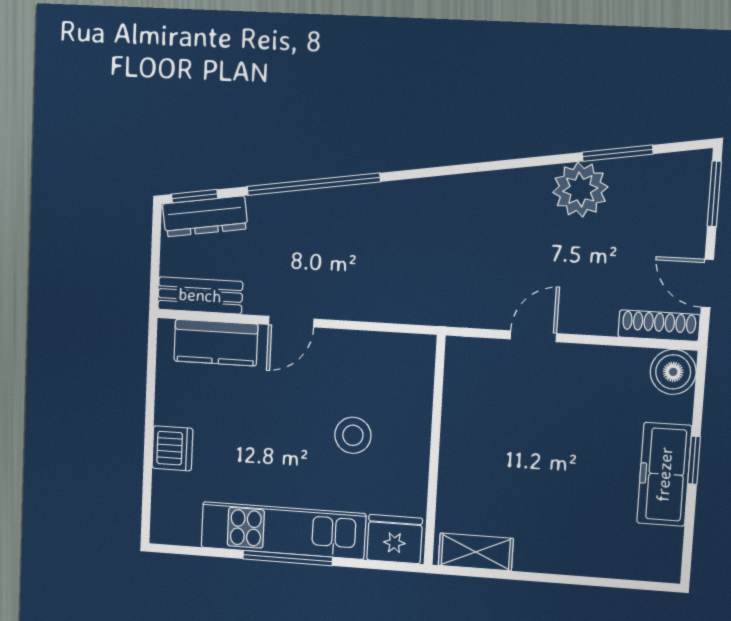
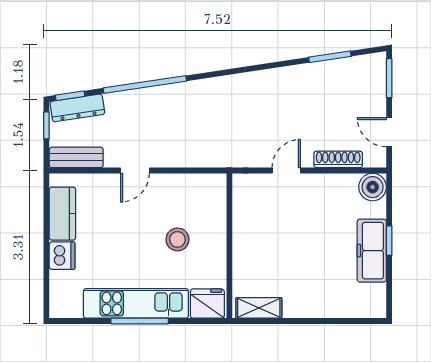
plant: (580, 190) -> (309, 80), removed
window: (156, 242) -> (46, 125), added
shoe rack: (659, 326) -> (338, 159), moved
kitchen counter: (216, 343) -> (62, 214), moved, turned -90

